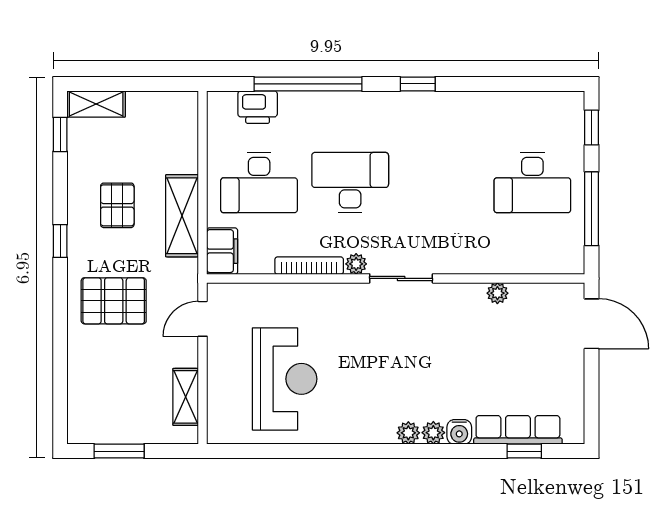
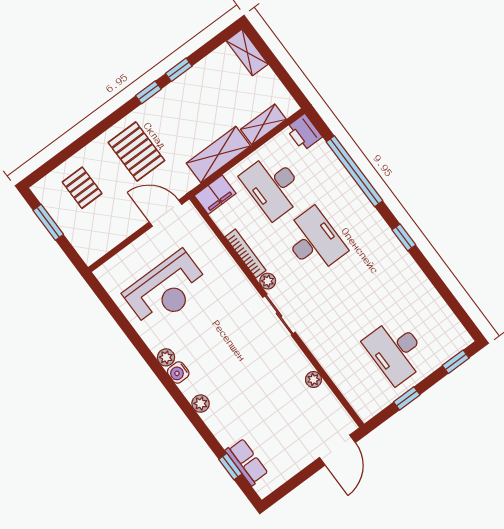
printer: (258, 107) -> (304, 132), moved
window: (60, 134) -> (179, 70), moved
pallet: (117, 205) -> (82, 188), moved, turned 90
window: (592, 209) -> (407, 398), width x0.46
door: (203, 319) -> (166, 213), width x1.38
shelving: (186, 397) -> (263, 124), moved
row of seats: (518, 430) -> (247, 462), width x0.68
water cooler: (459, 432) -> (178, 373), moved
plant: (408, 433) -> (166, 357), moved

